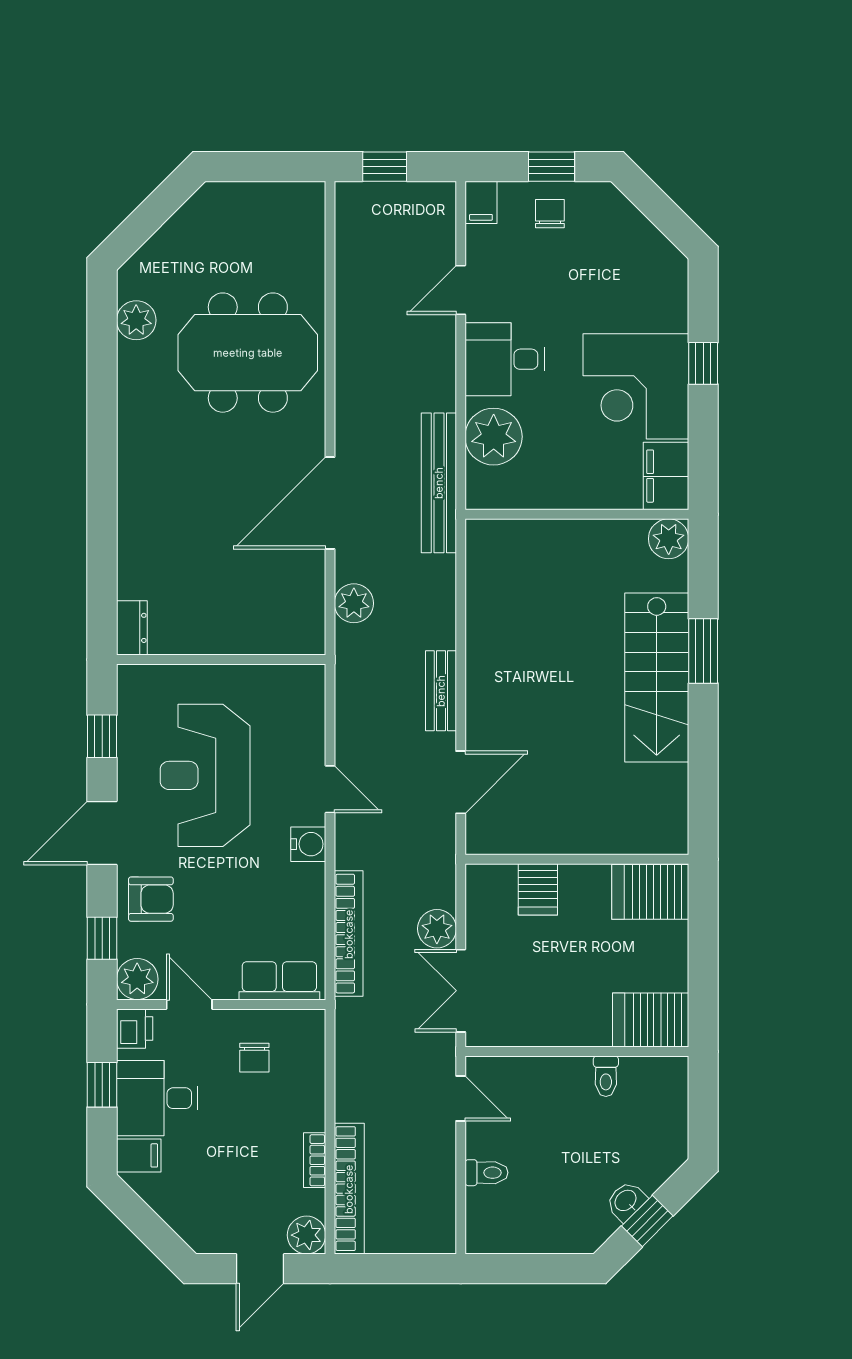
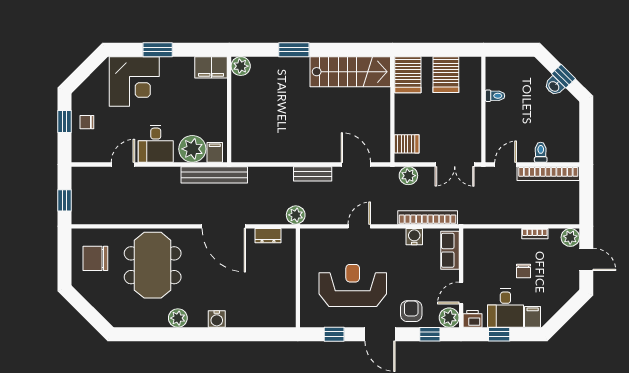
filing cabinet: (481, 202) -> (215, 152), moved, turned -90
chair: (262, 232) -> (95, 258), added
door: (461, 290) -> (123, 164), swing flipped
plant: (136, 320) -> (178, 318), moved
window: (703, 363) -> (158, 50), width x1.50
corner desk: (636, 386) -> (134, 82), moved
water cooler: (134, 488) -> (217, 319), added
plant: (354, 603) -> (296, 215), moved
dresser: (132, 628) -> (268, 236), moved, turned 180
stairs: (657, 678) -> (350, 72), moved
reception desk: (205, 775) -> (353, 285), turned 180
water cooler: (308, 844) -> (414, 237), moved
server rack: (538, 889) -> (407, 144), moved
plant: (437, 929) -> (408, 176), moved
server rack: (651, 1020) -> (446, 75), moved
chair: (254, 1058) -> (524, 271), moved, turned 90
bookcase: (349, 1189) -> (548, 174), moved, turned 180

